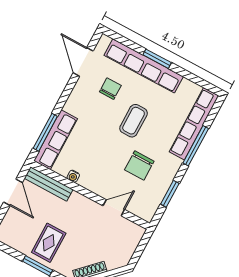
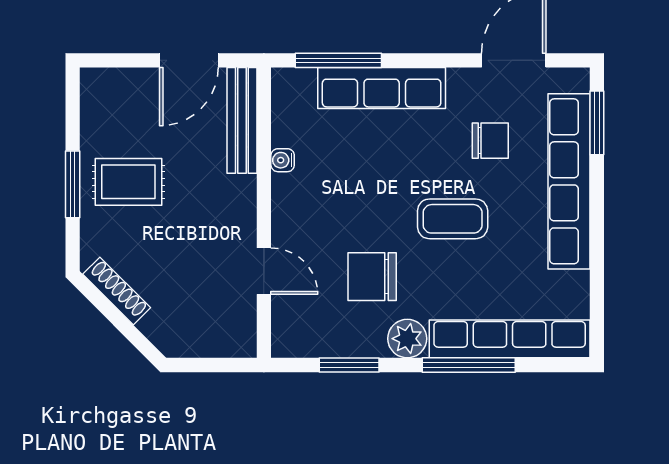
window: (157, 59) -> (597, 123), moved
row of seats: (56, 140) -> (382, 88), moved
plant: (172, 165) -> (407, 339), added

